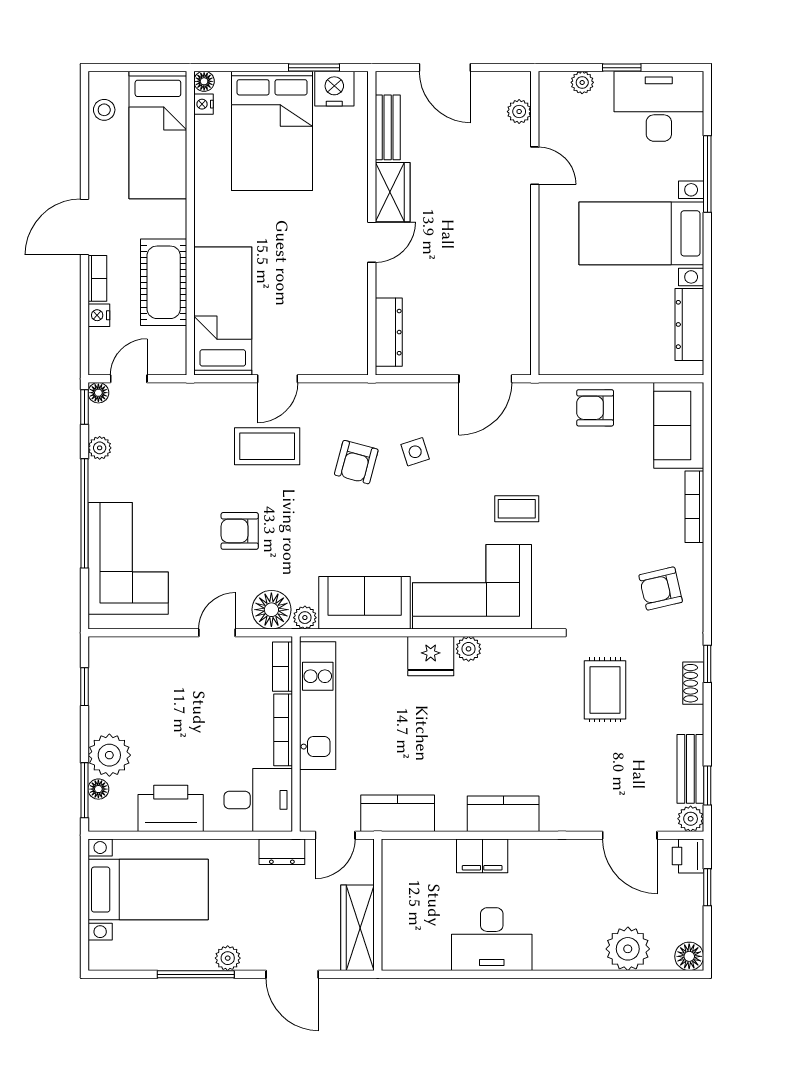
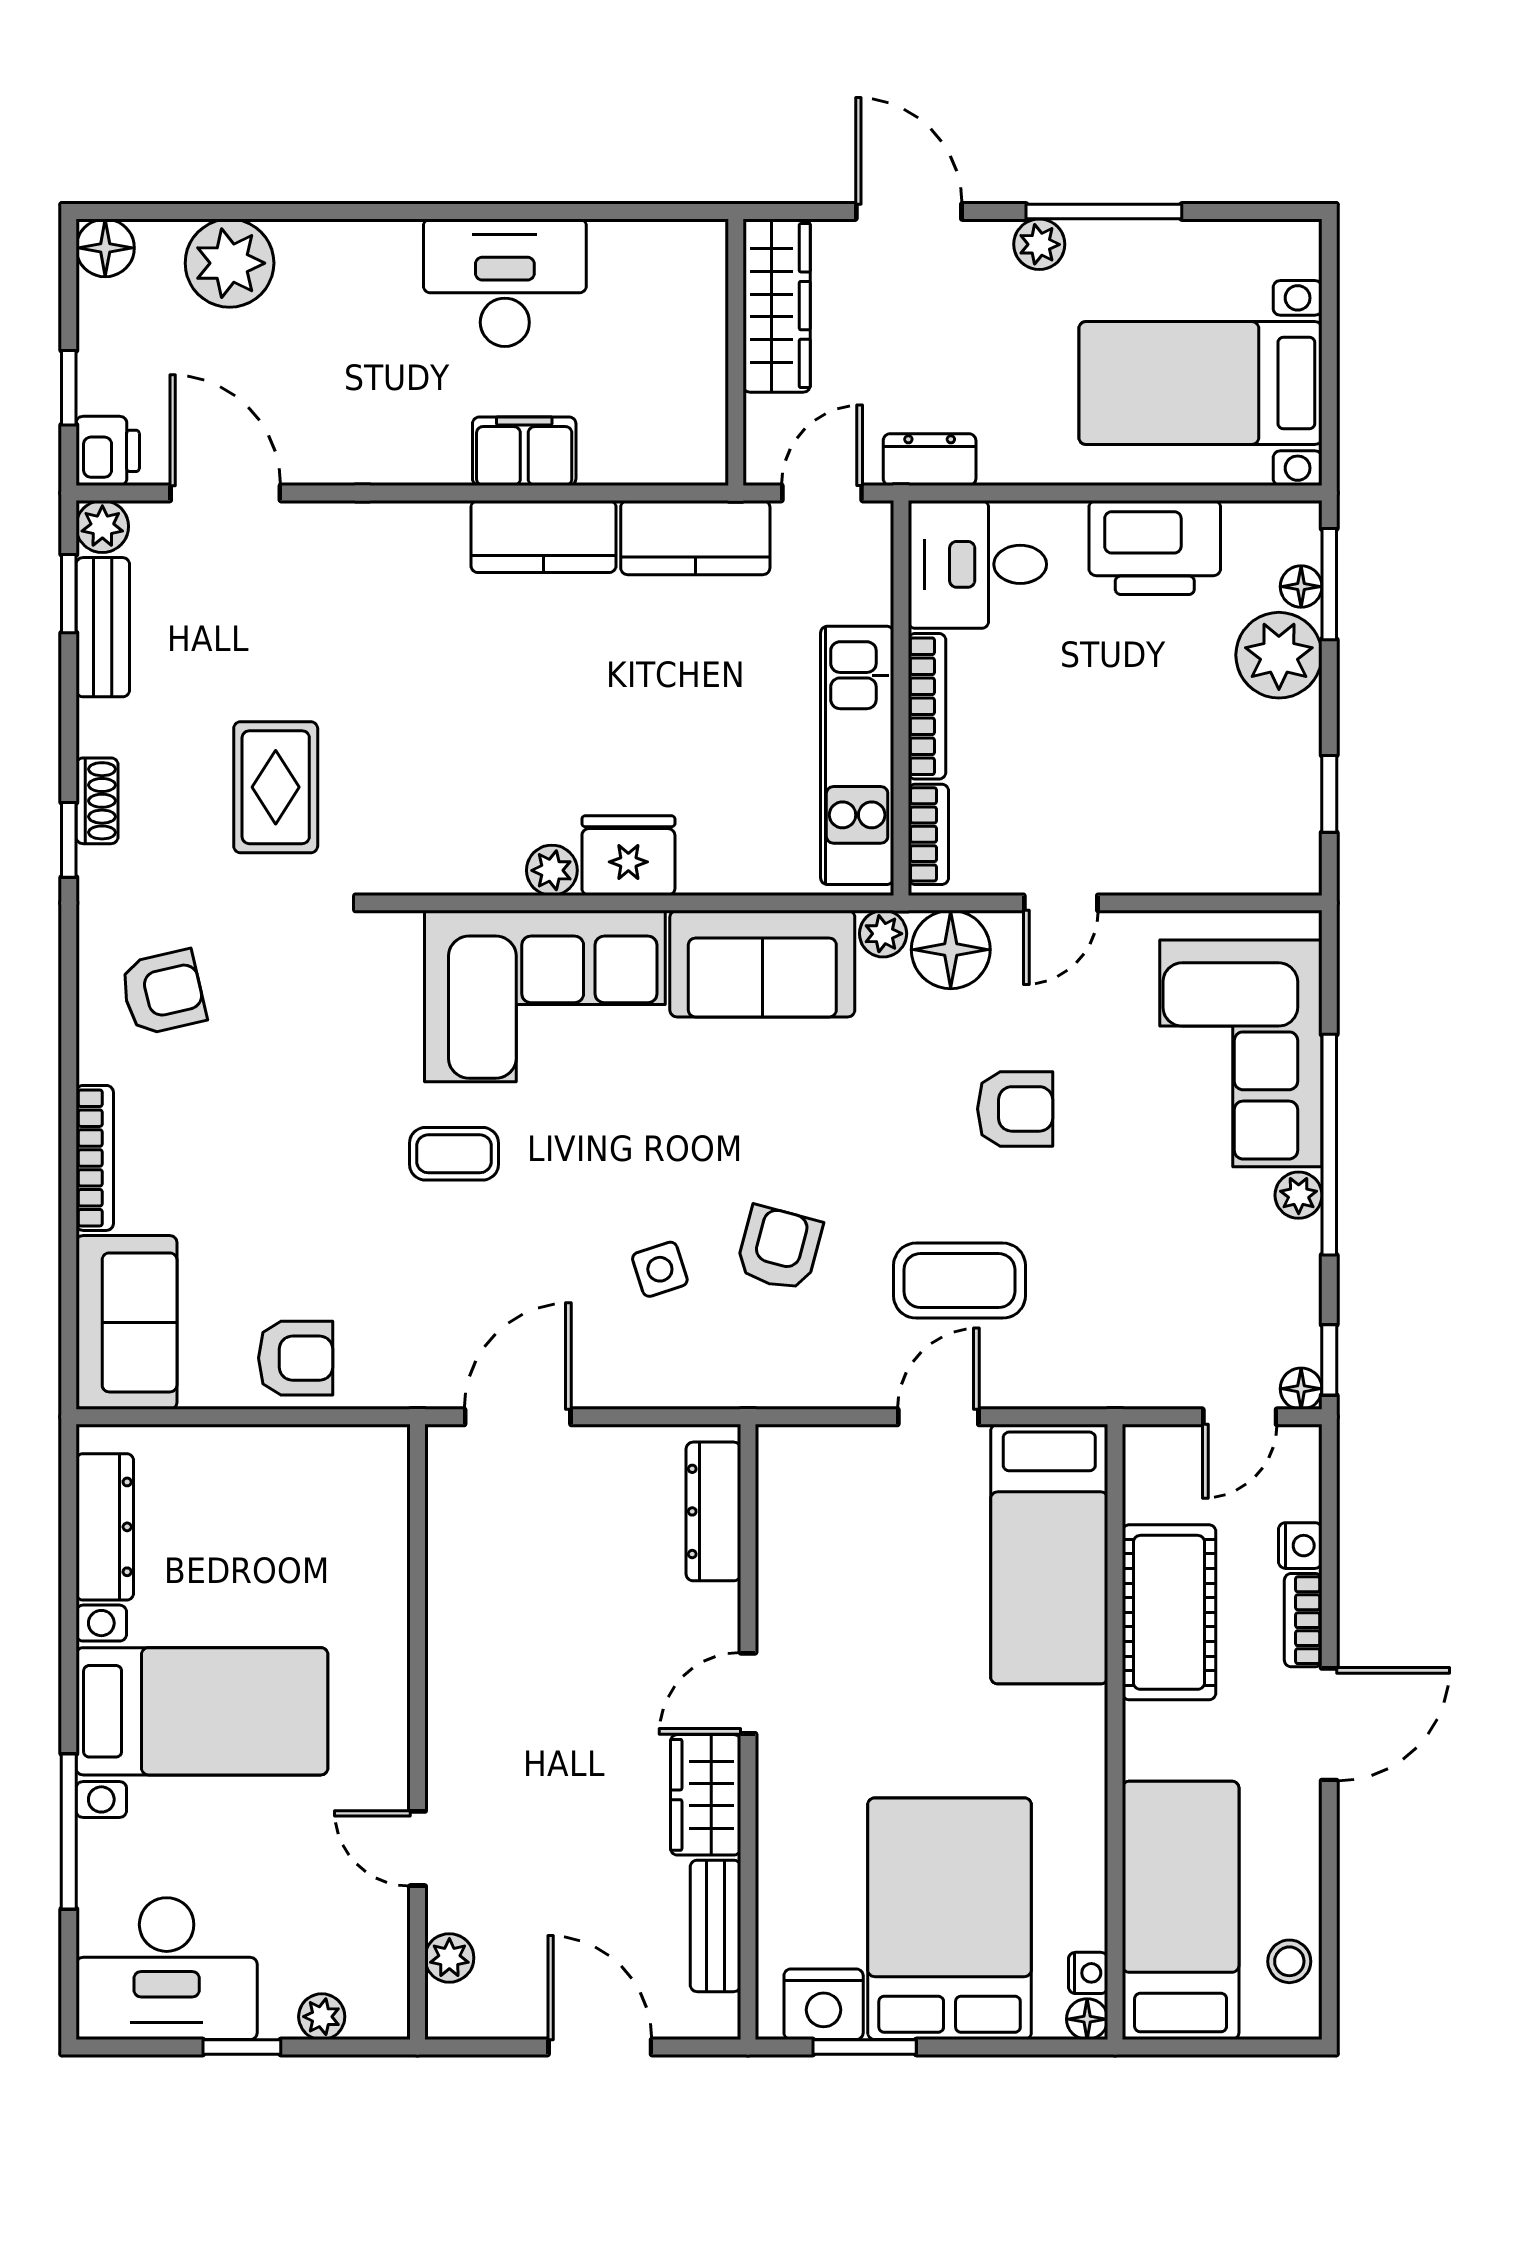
plant: (100, 448) -> (1299, 1195), moved
kitchen counter: (503, 814) -> (544, 536), moved

